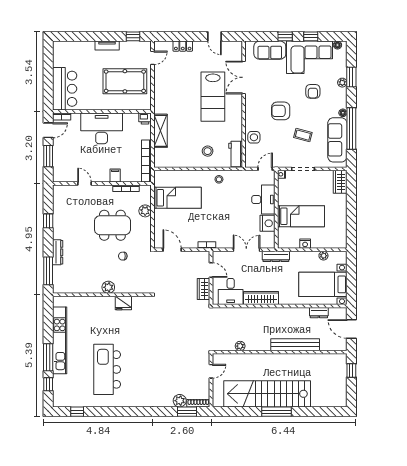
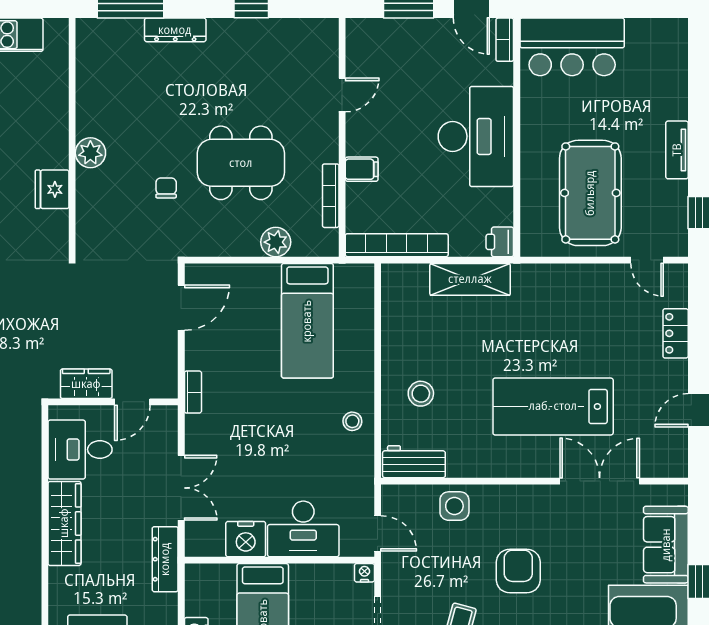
dining table: (112, 225) -> (241, 163), turned 90

